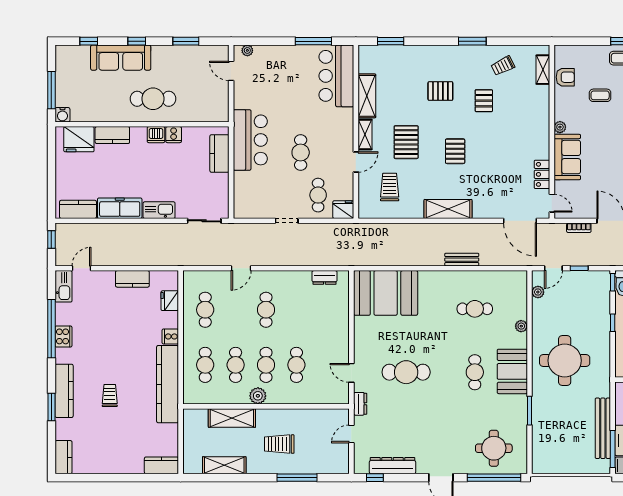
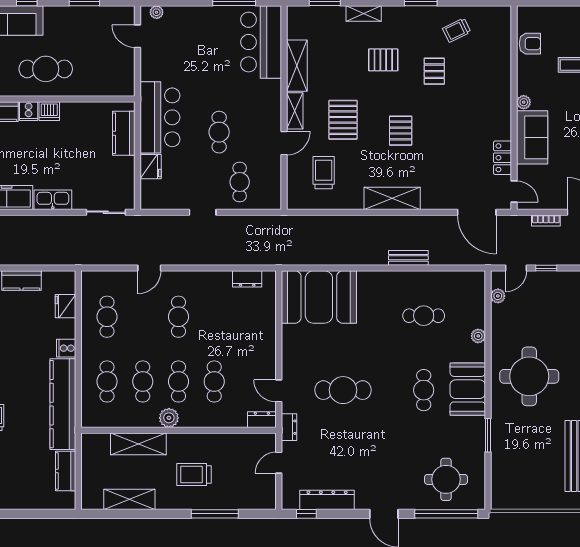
shelving: (543, 70) -> (364, 13), moved, turned 90
cooker: (174, 135) -> (29, 111), moved
fridge: (343, 210) -> (151, 167), moved, turned 90
dresser: (337, 397) -> (262, 420), added
kitchen counter: (161, 465) -> (66, 471), moved, turned -90

